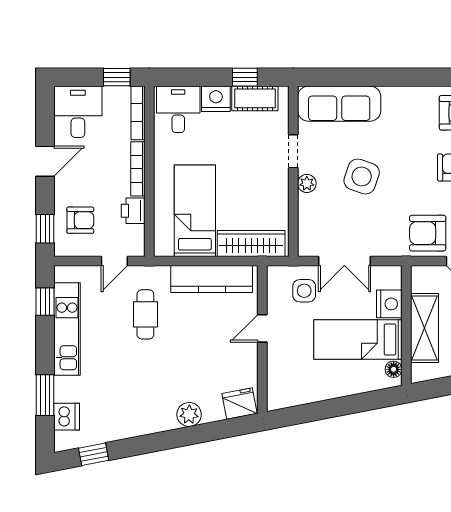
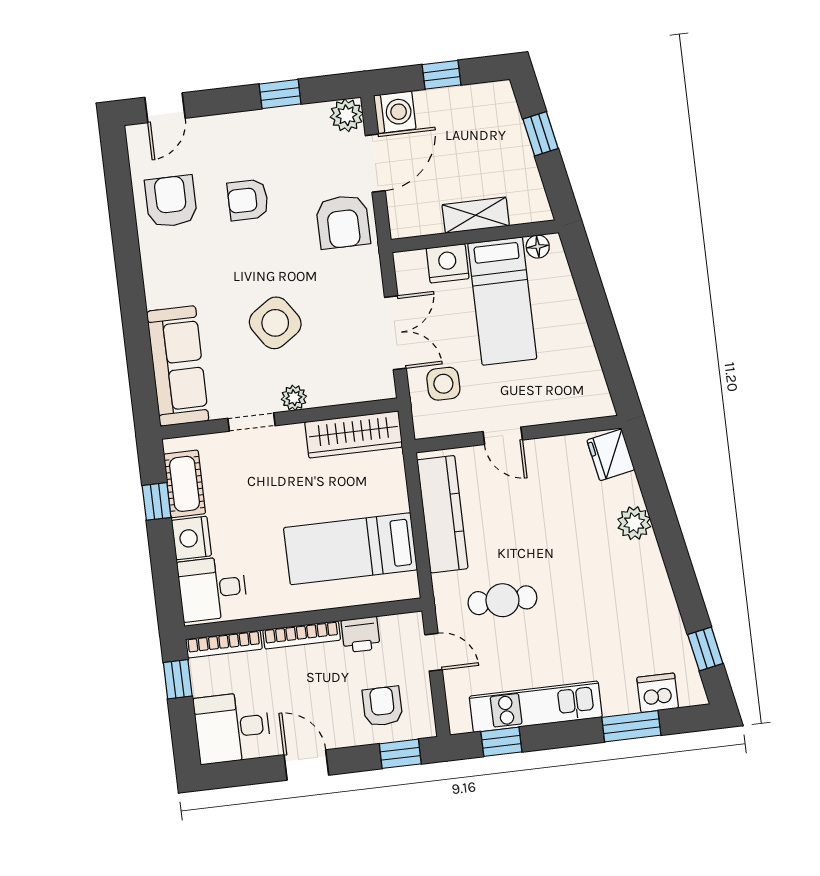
side table: (362, 177) -> (275, 323), turned 37
wardrobe: (251, 244) -> (354, 434), moved, turned -90
shelving: (425, 328) -> (476, 215), width x0.67, depth x0.75

